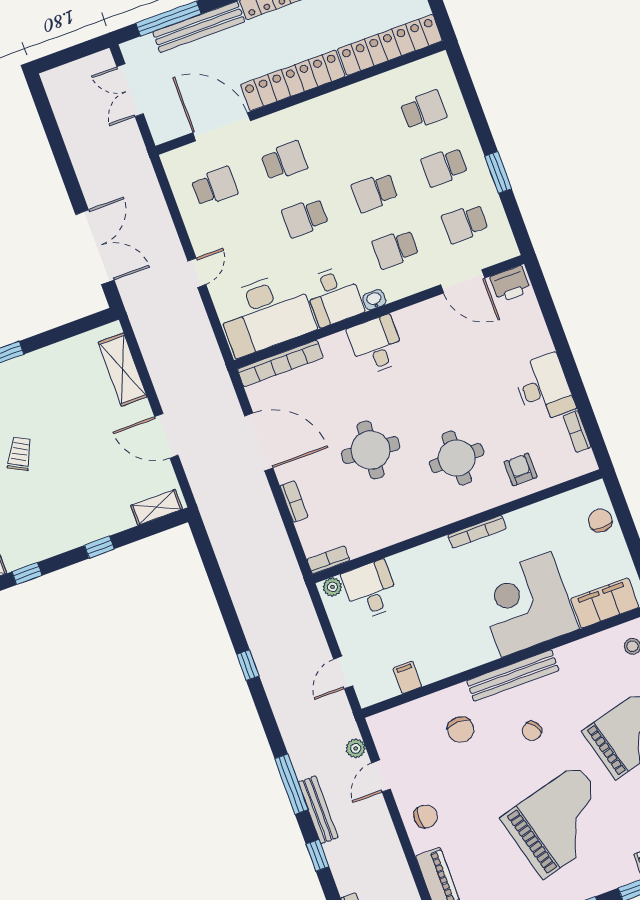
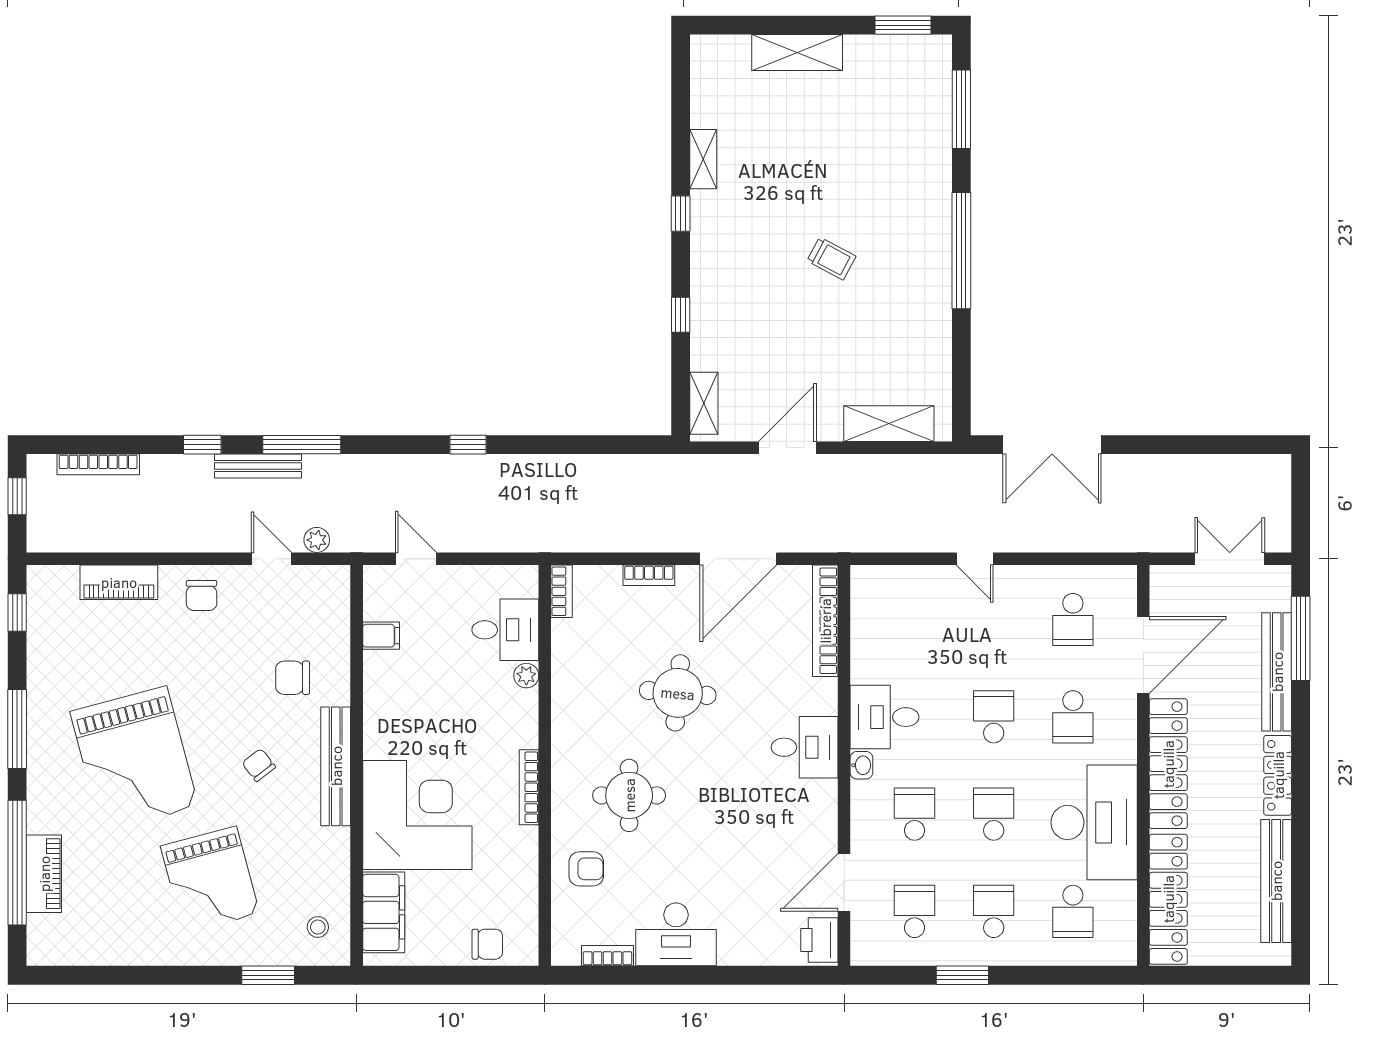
desk: (266, 314) -> (1094, 822), moved, turned 180
plant: (332, 587) -> (526, 676), moved

